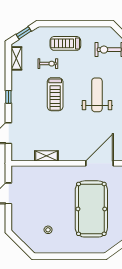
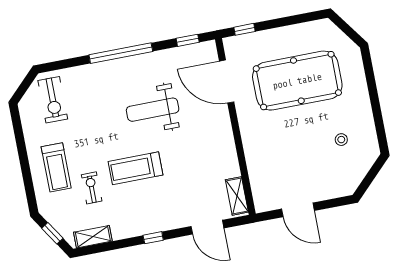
treadmill: (55, 94) -> (136, 168), turned 180
weight bench: (97, 95) -> (153, 110), moved
shelving: (46, 156) -> (237, 196), moved

